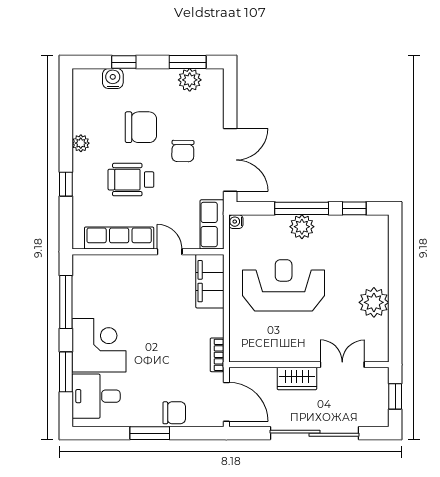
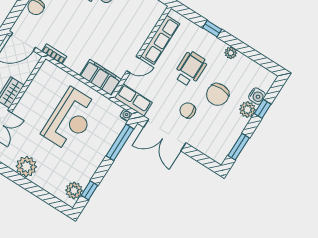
plant: (190, 80) -> (247, 109), moved
window: (302, 208) -> (120, 142), moved
plant: (302, 227) -> (74, 190), moved

